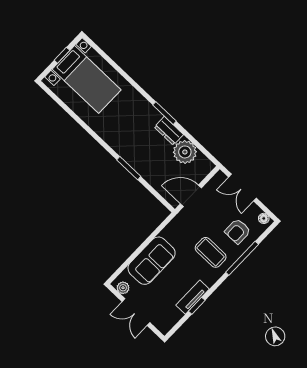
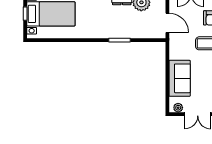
door: (191, 196) -> (167, 23), swing flipped

